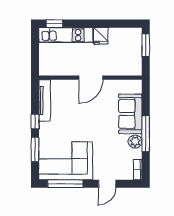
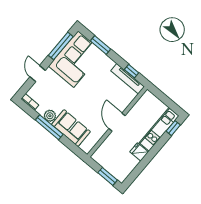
window: (35, 121) -> (132, 71), moved

